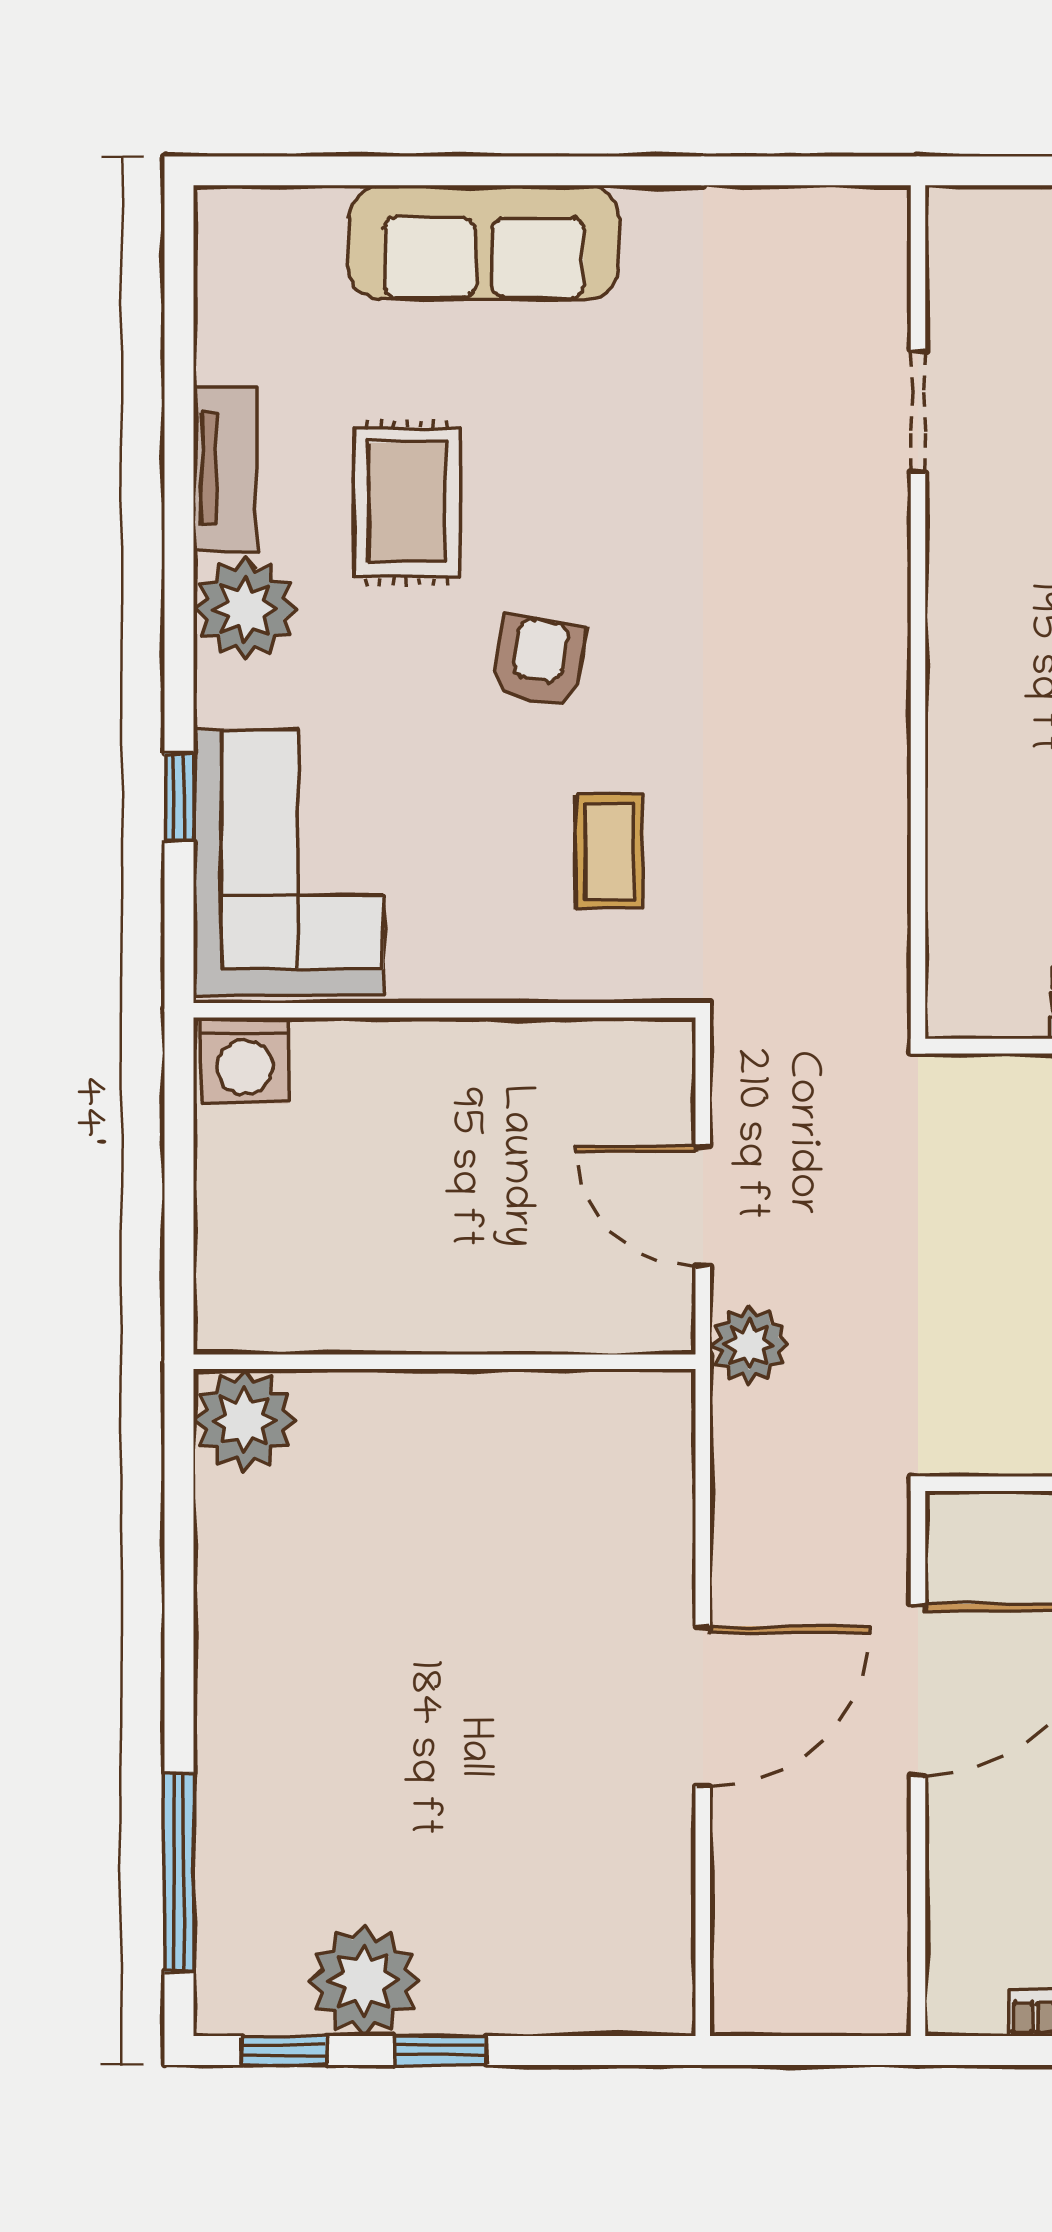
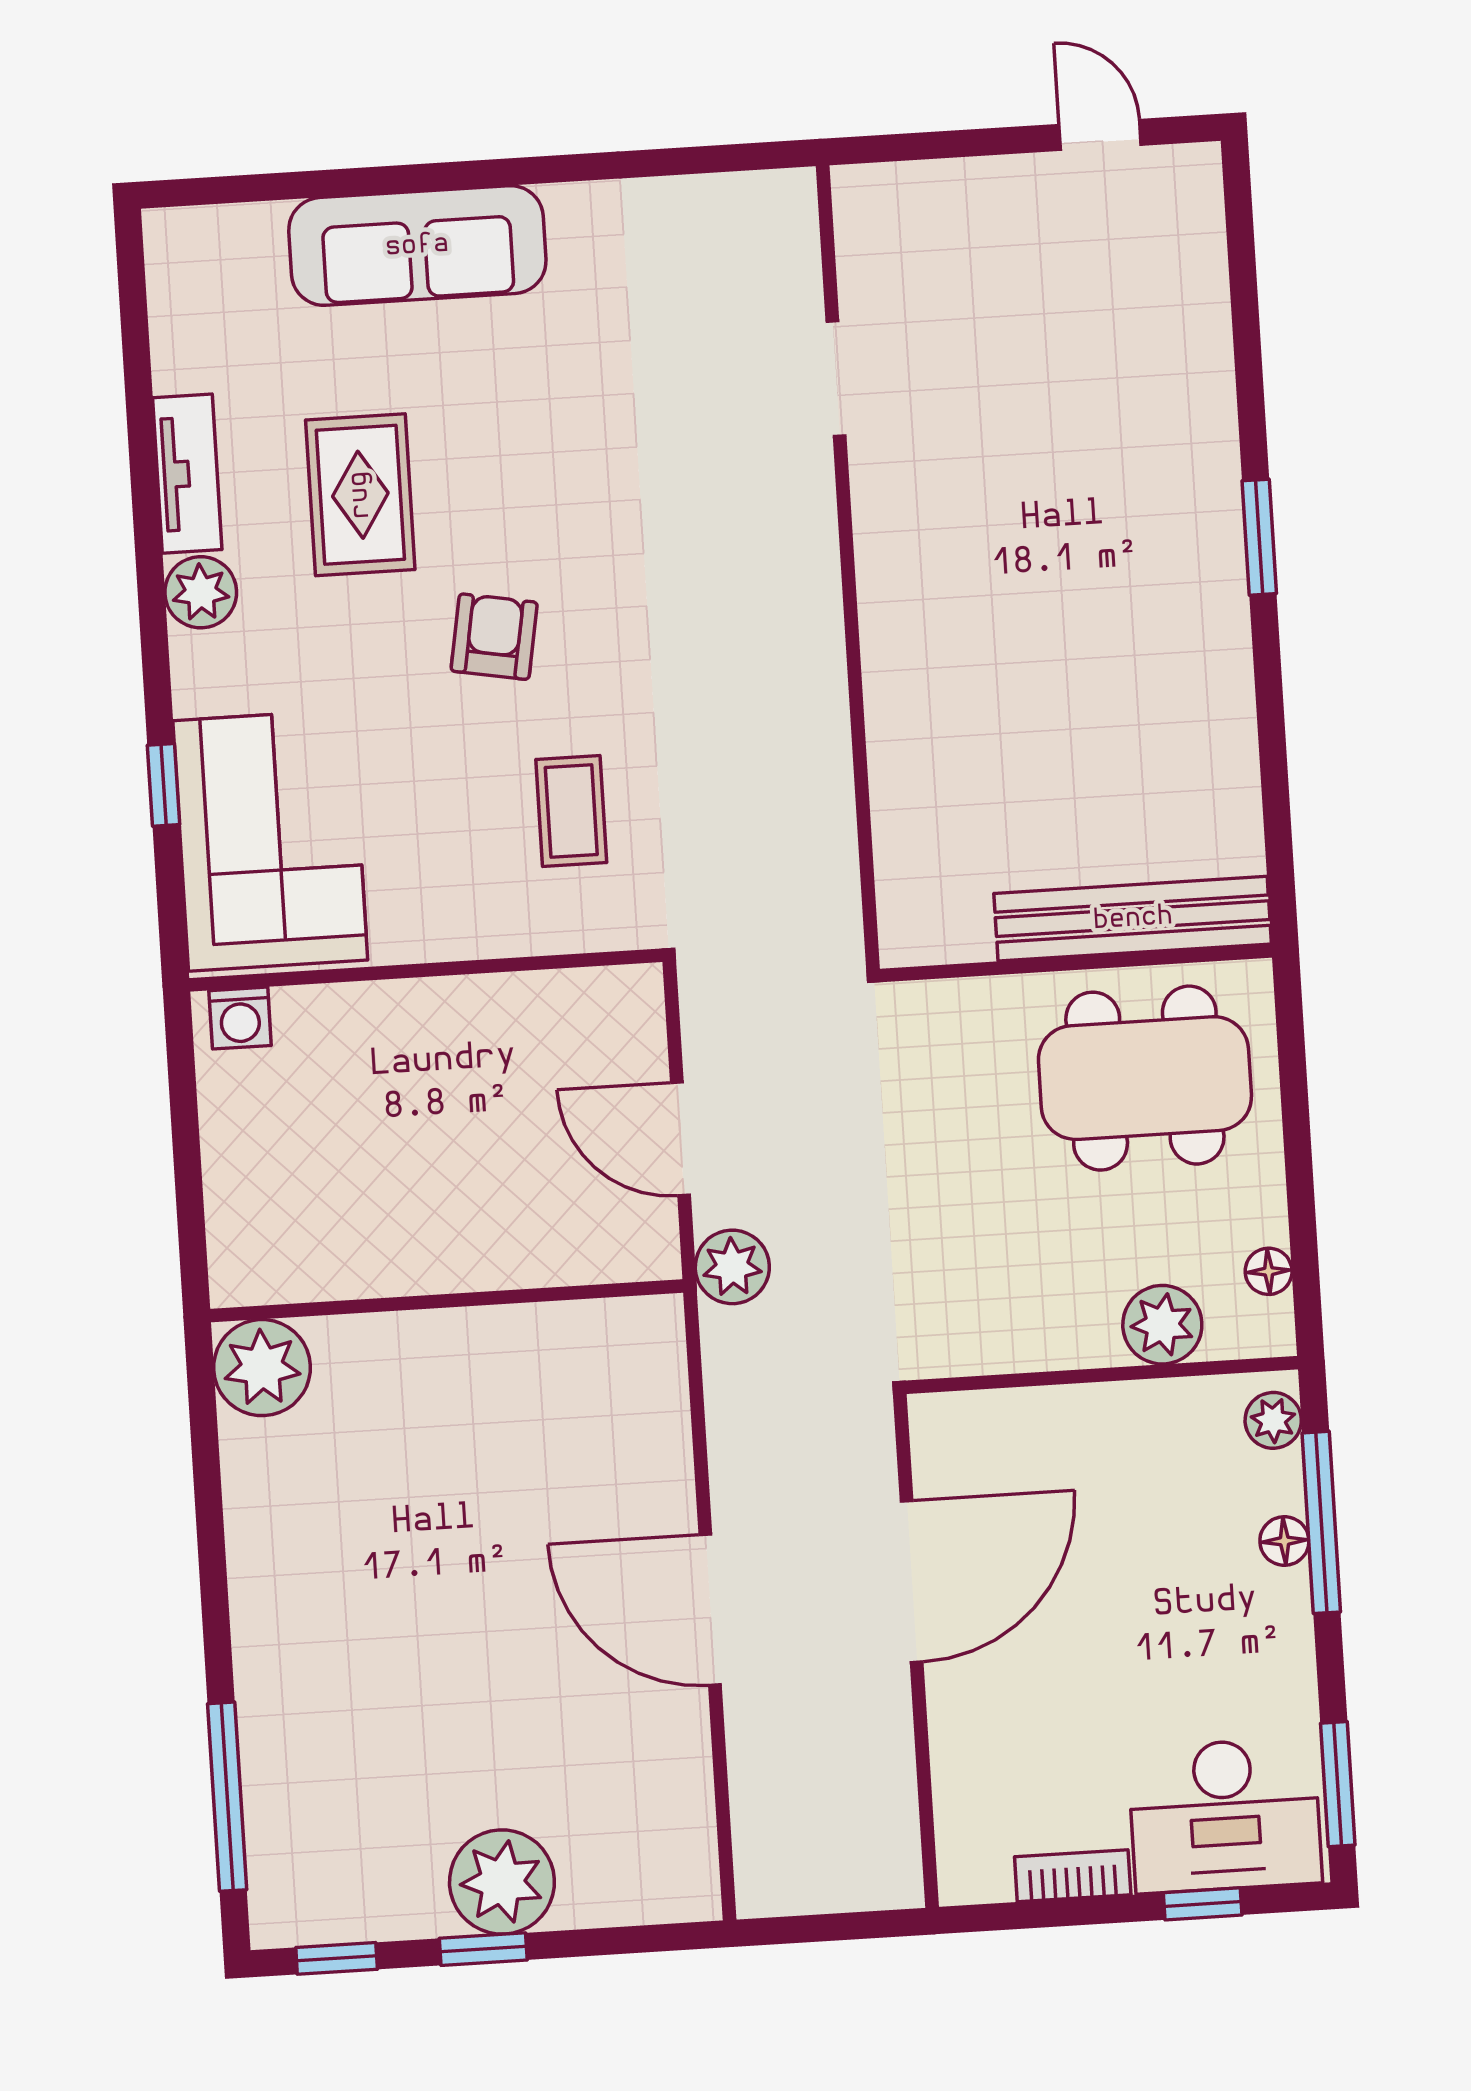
plant: (245, 609) -> (201, 592), width x0.73, depth x0.73
washing machine: (245, 1060) -> (240, 1018), width x0.73, depth x0.73
door: (703, 1706) -> (710, 1610), swing flipped
plant: (364, 1981) -> (502, 1882), moved

